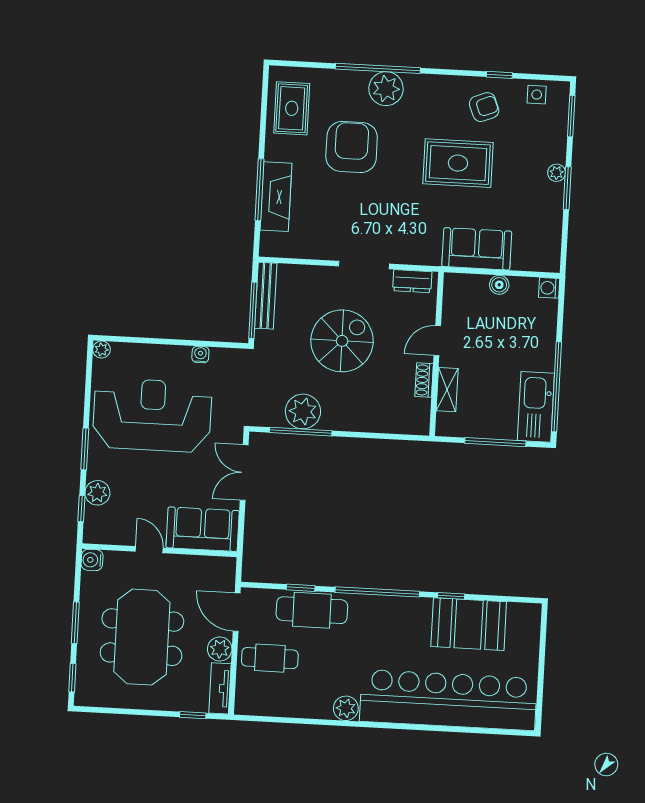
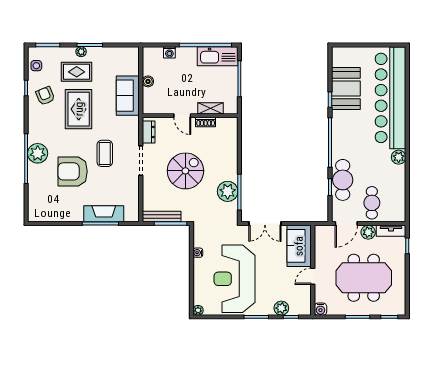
rug: (292, 108) -> (77, 72), moved
coffee table: (380, 204) -> (105, 153), added
washing machine: (549, 288) -> (169, 52), moved
spiral stairs: (342, 341) -> (185, 171), turned 90

